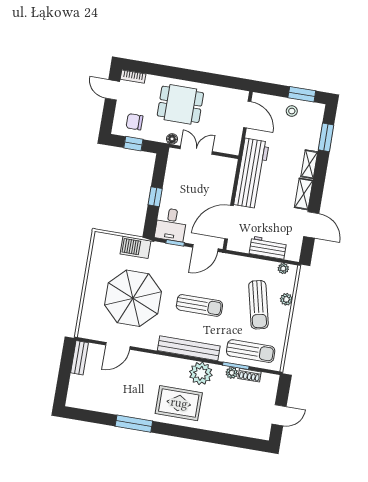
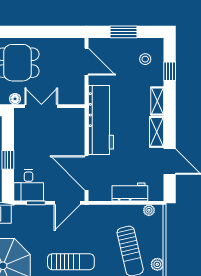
window: (302, 94) -> (123, 32), moved
stool: (292, 111) -> (145, 59), moved
window: (326, 137) -> (170, 71), width x0.67
door: (229, 222) -> (86, 173), hinge flipped
plant: (286, 299) -> (157, 264), moved

